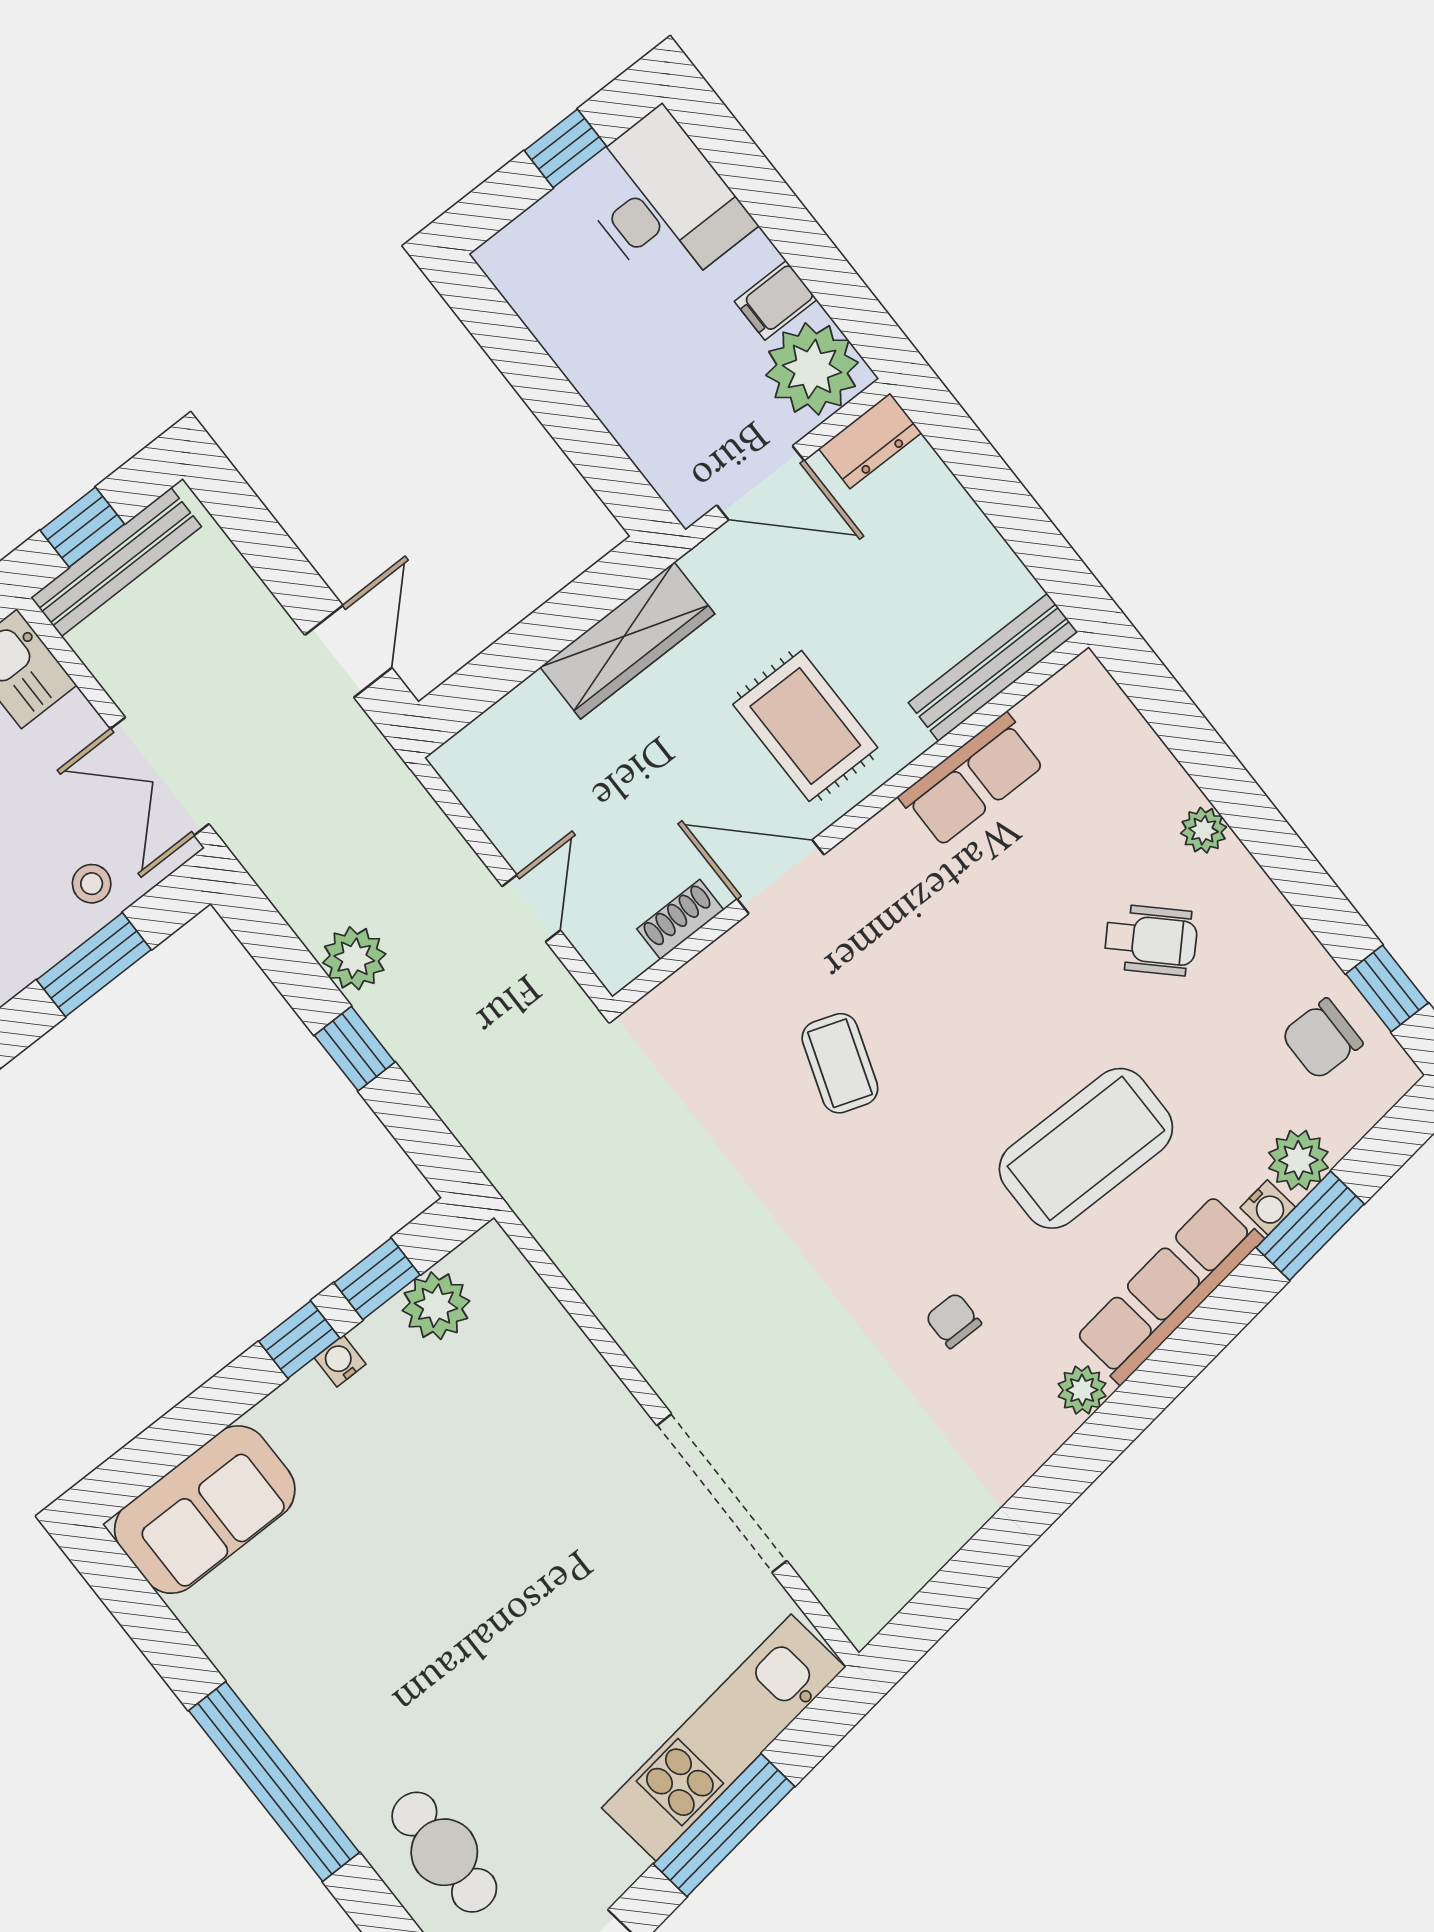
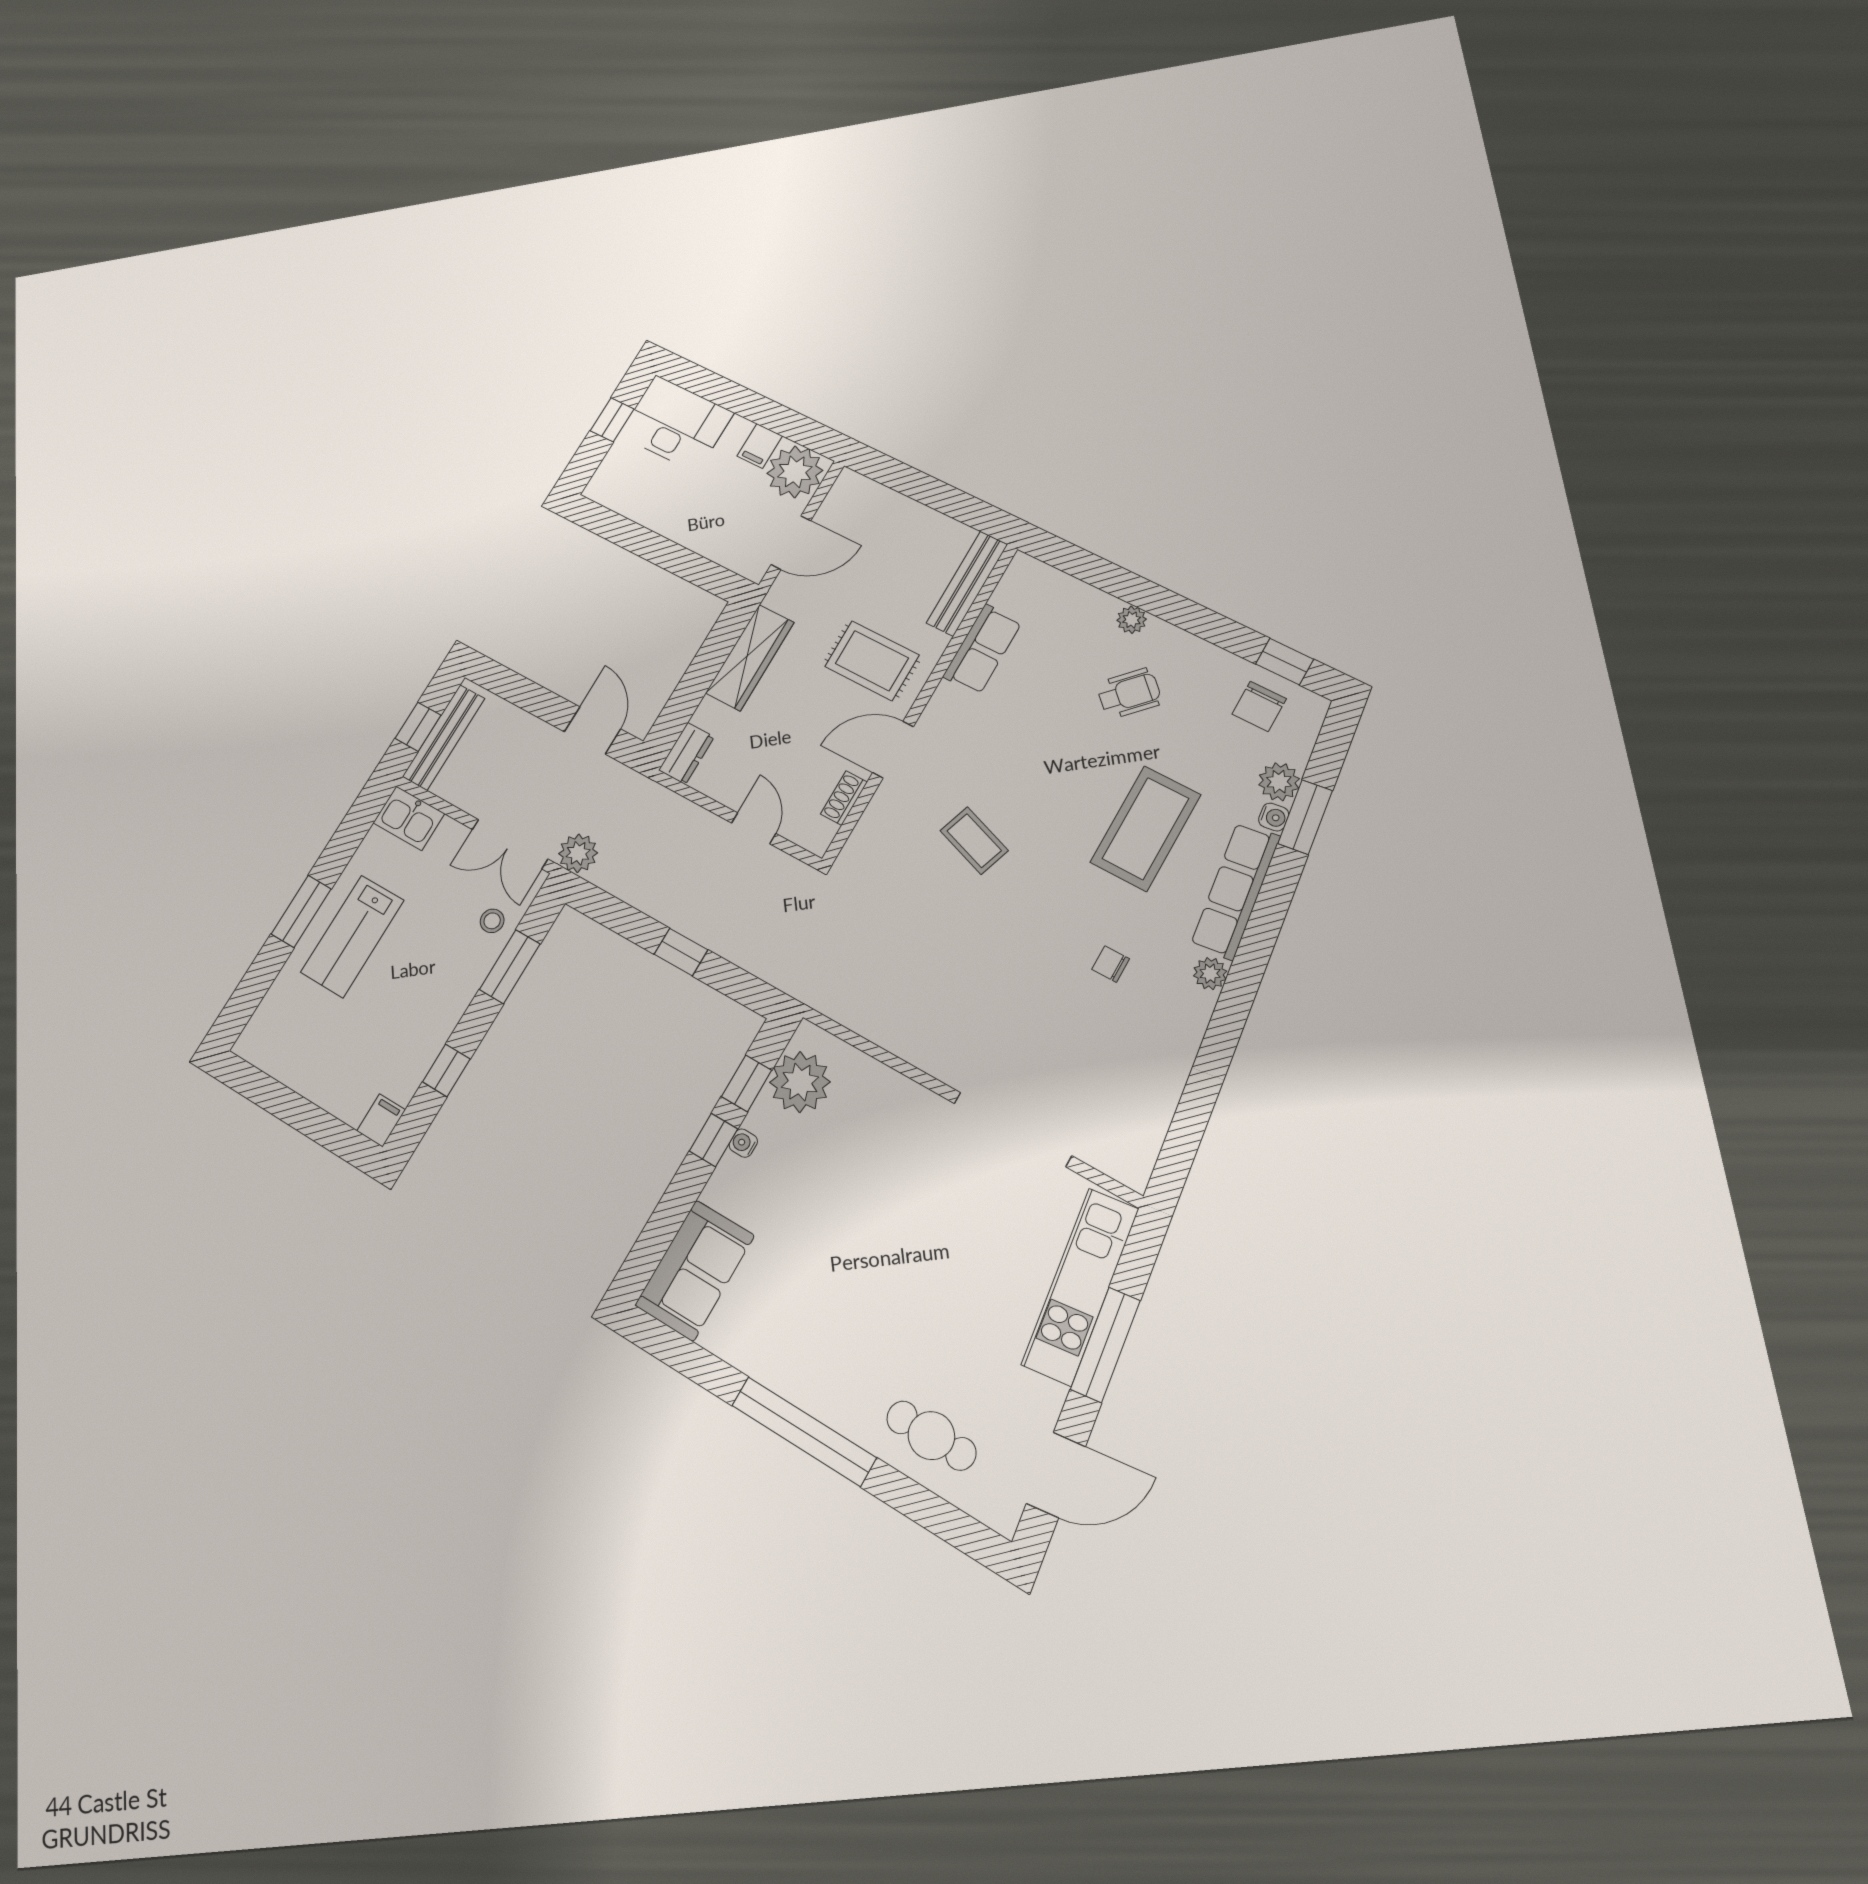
dresser: (870, 441) -> (686, 753), moved
plant: (354, 958) -> (578, 853), moved
plant: (436, 1306) -> (800, 1082), width x1.36, depth x1.36

